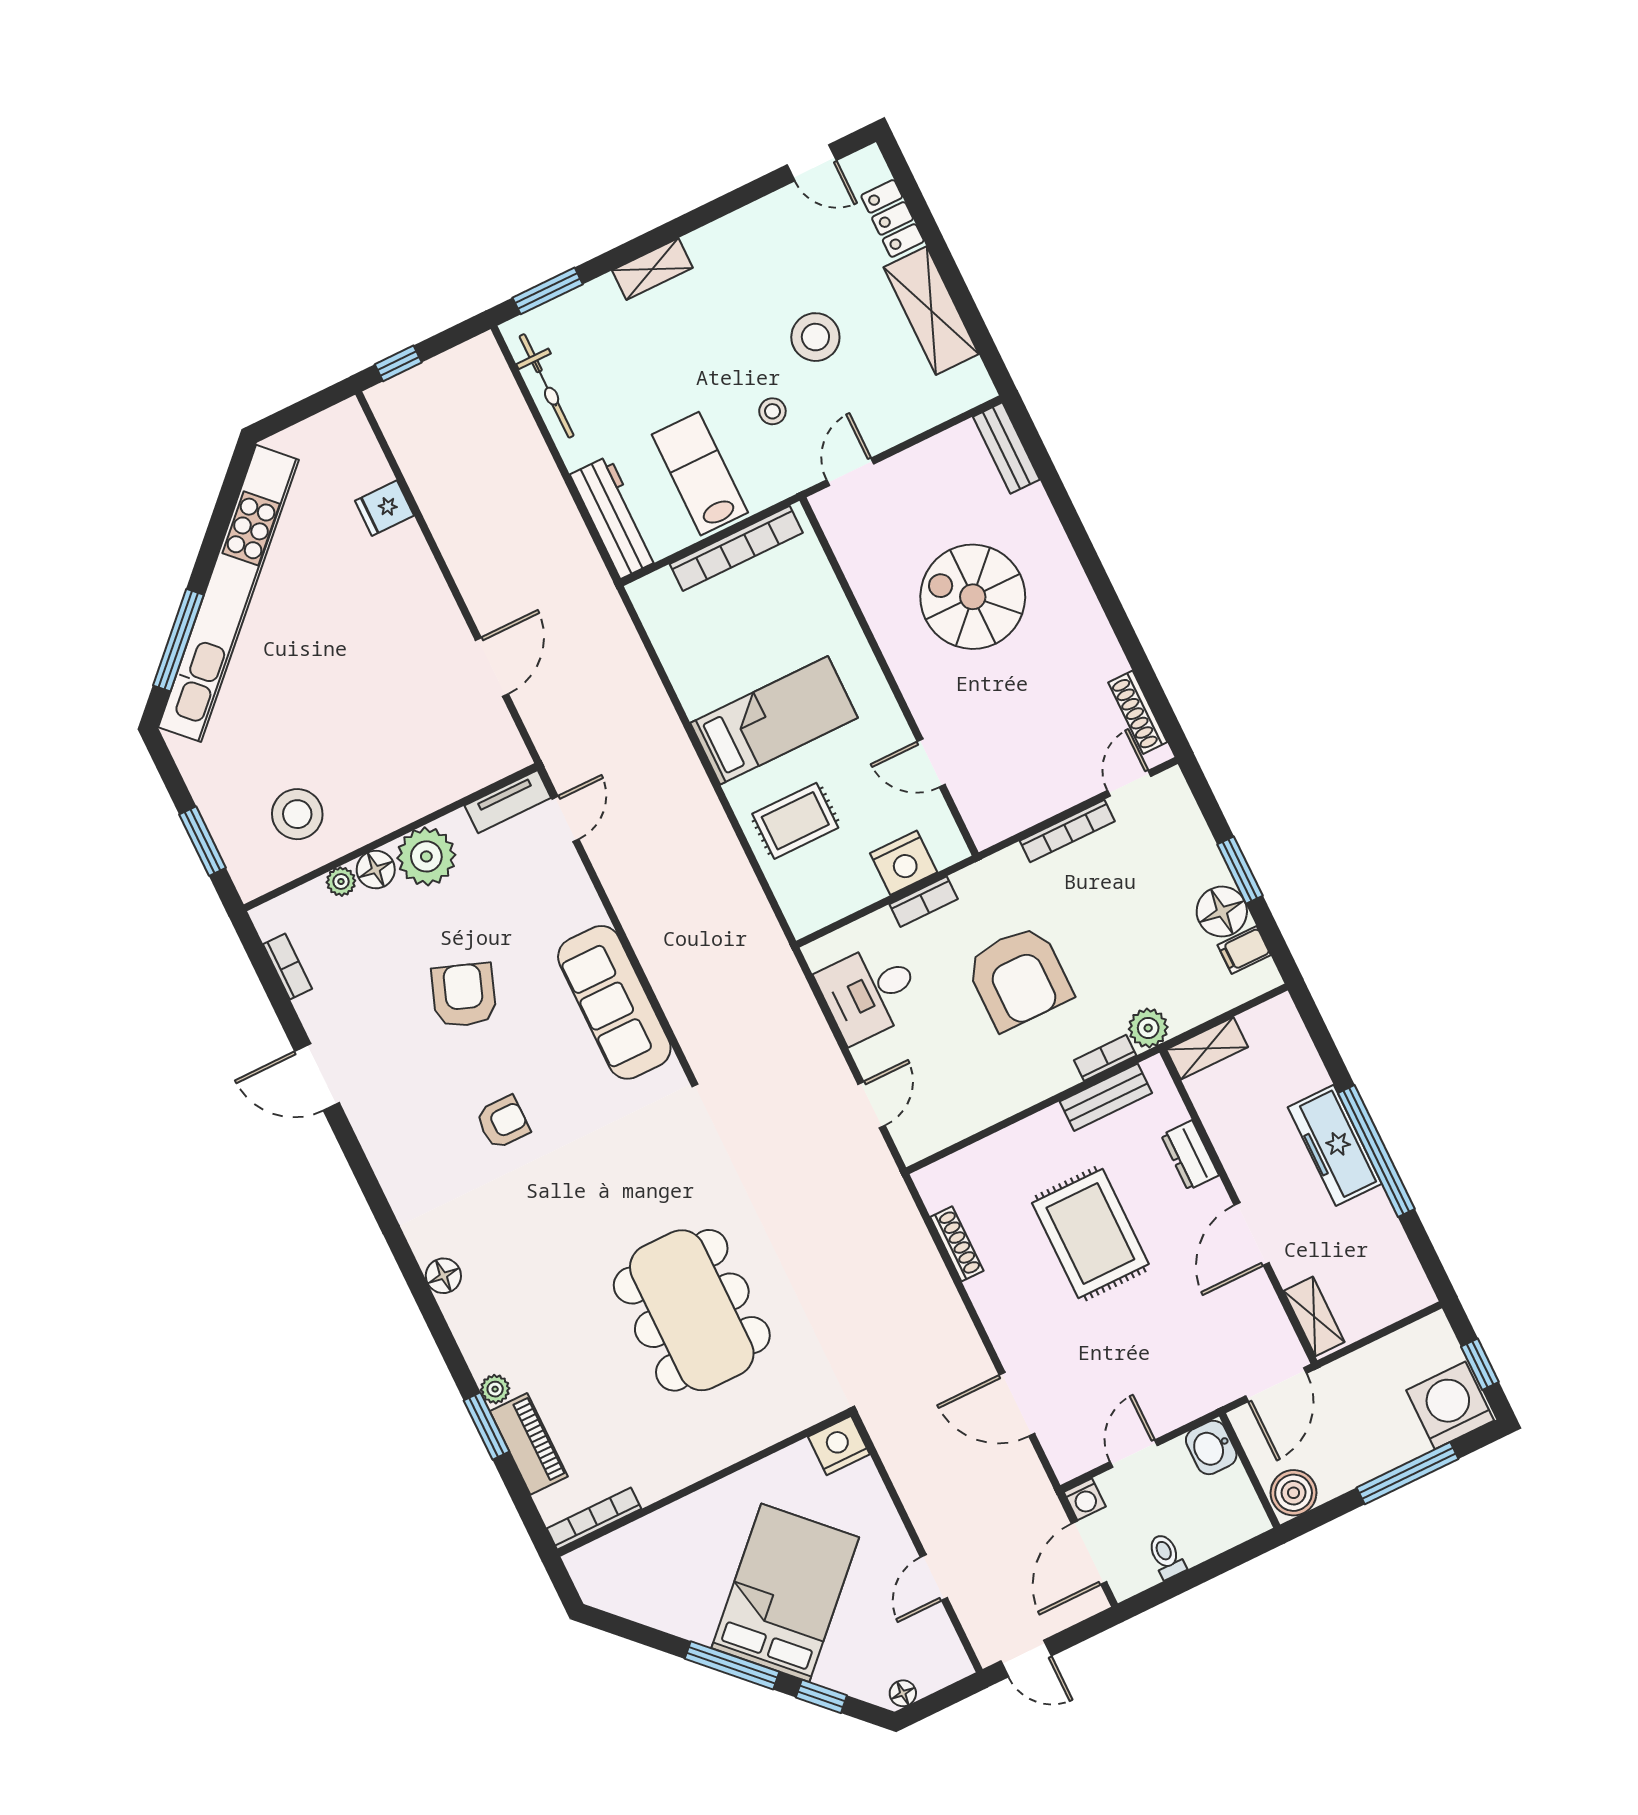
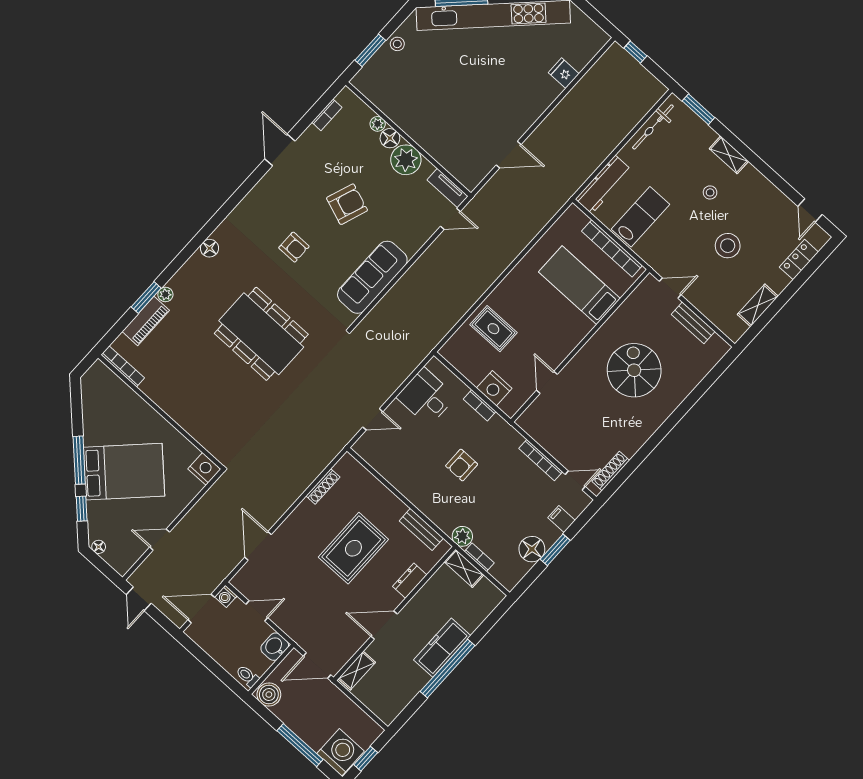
shelving: (931, 311) -> (758, 305), width x0.67, depth x0.75
stool: (772, 411) -> (710, 192), moved
bench: (1006, 448) -> (693, 323), moved, turned 90
bed: (774, 720) -> (579, 285), moved, turned 180
stool: (297, 814) -> (397, 44), moved, width x0.53, depth x0.53
filing cabinet: (1244, 950) -> (562, 519), moved
armchair: (1019, 978) -> (462, 465), width x0.53, depth x0.53
bookcase: (1105, 1058) -> (479, 557), moved
dining table: (692, 1310) -> (261, 334), moved, turned 90
toilet: (1166, 1556) -> (247, 676), moved, turned -90

